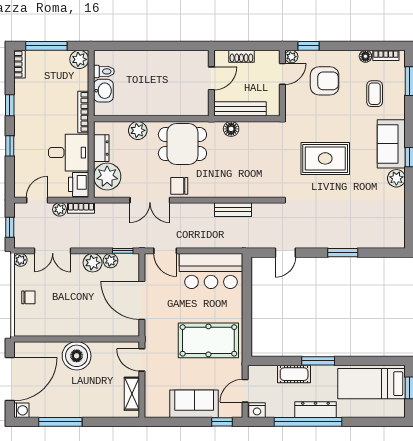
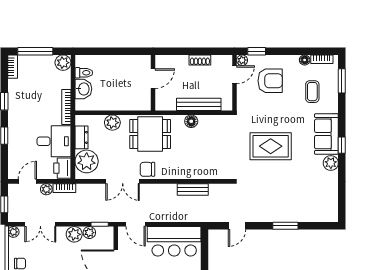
door: (211, 78) -> (153, 79), moved
wall: (211, 83) -> (153, 83), moved

